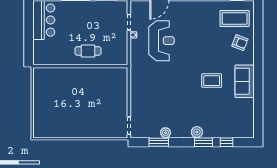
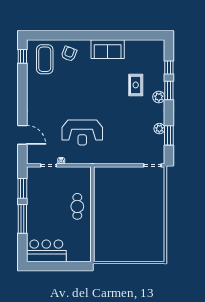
reception desk: (161, 41) -> (82, 133), moved, turned 180
rug: (212, 81) -> (136, 85), moved

